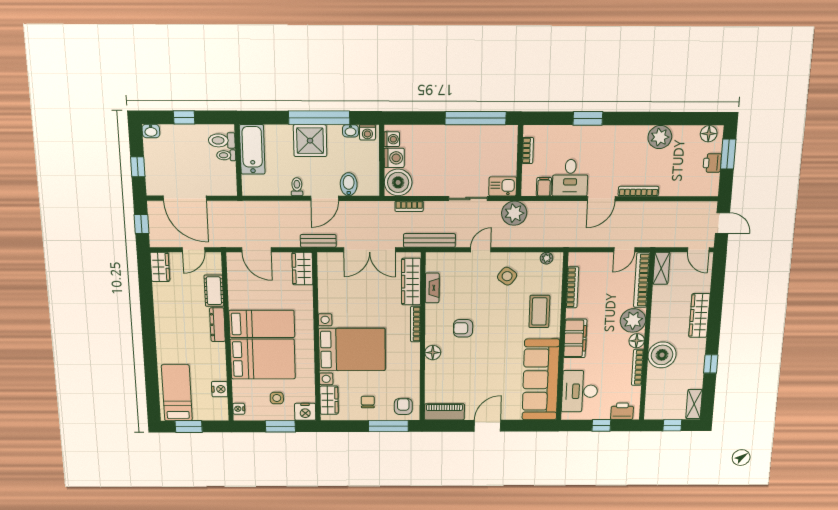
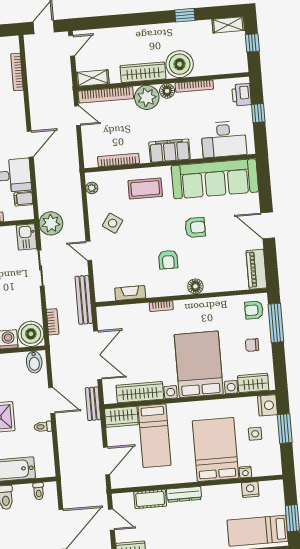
toilet: (226, 155) -> (39, 491), moved
bidet: (349, 184) -> (34, 362), moved, turned -90
bookcase: (638, 191) -> (17, 72), moved
door: (601, 199) -> (30, 144), hinge flipped
wardrobe: (411, 282) -> (140, 392), moved, turned 180
wardrobe: (699, 315) -> (143, 72), moved, turned 180
bed: (262, 324) -> (154, 436), moved, turned 180
bookcase: (415, 324) -> (161, 306), width x0.64
armchair: (493, 357) -> (195, 227), added
nightstand: (239, 409) -> (245, 472), moved

